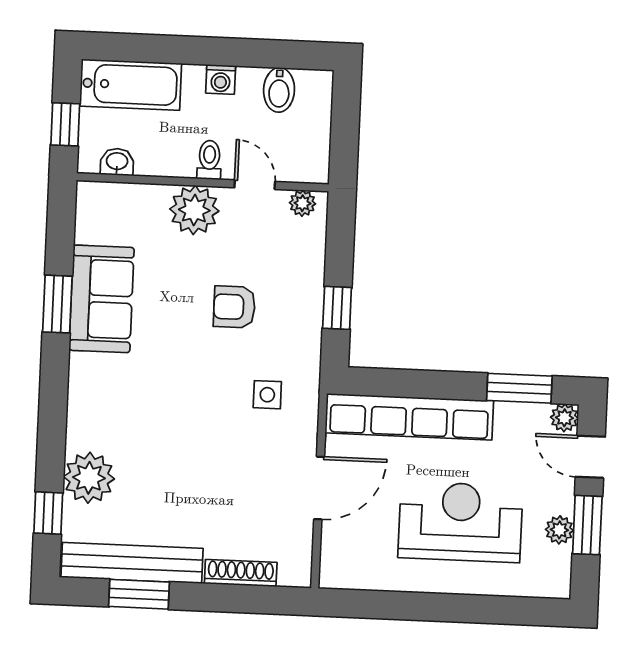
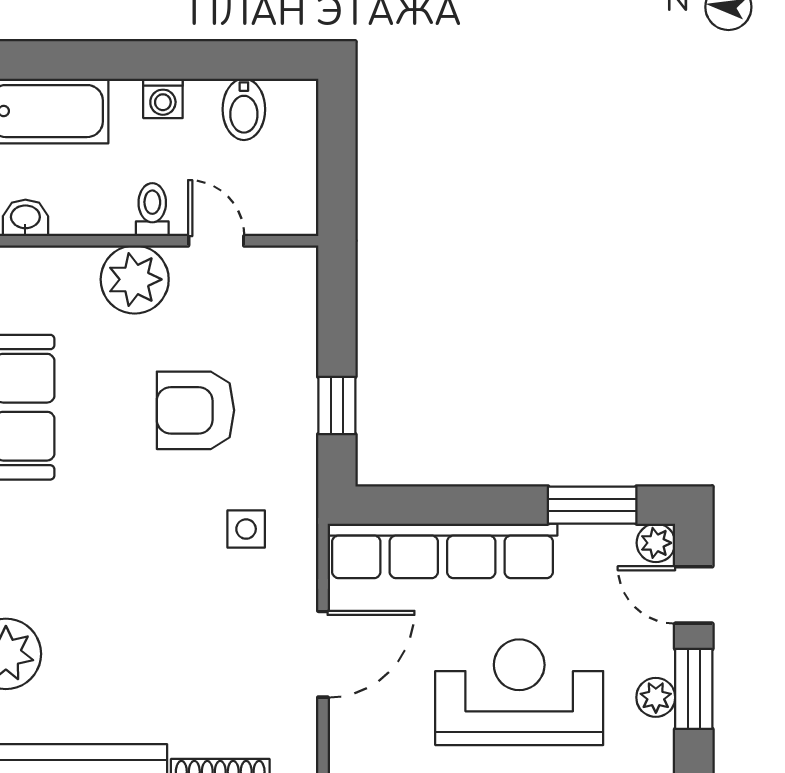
plant: (302, 203) -> (283, 264), removed
armchair: (234, 307) -> (195, 410), width x1.38, depth x1.38

